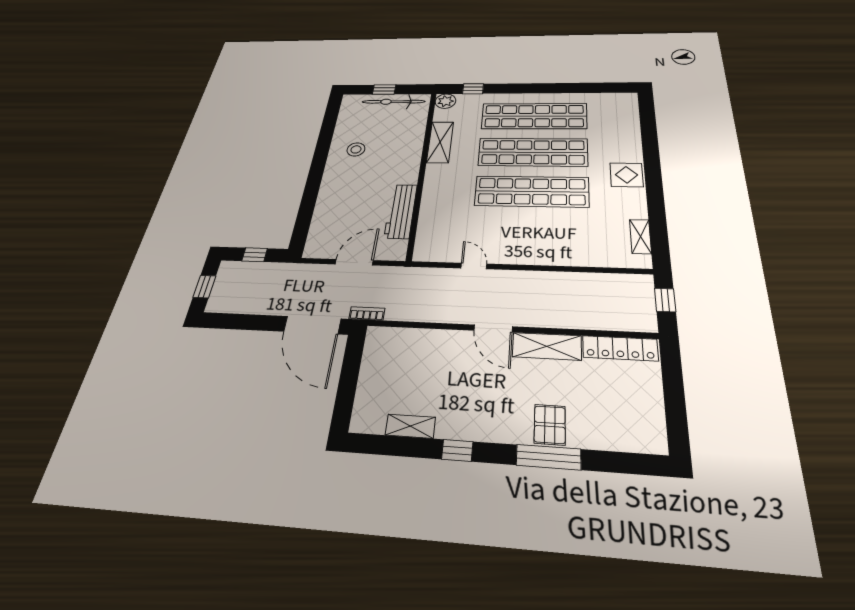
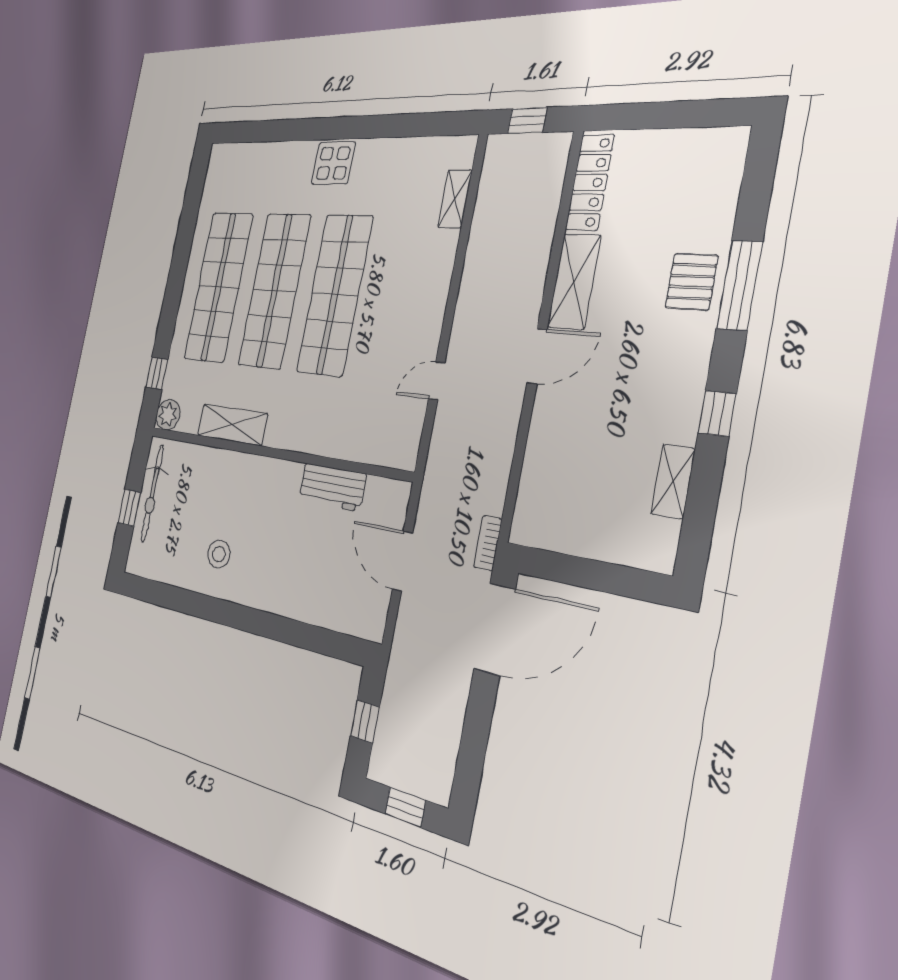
workbench: (401, 211) -> (332, 487), width x0.73
shelving: (640, 236) -> (455, 199), moved, turned 90
pallet: (550, 425) -> (691, 282), turned 90

